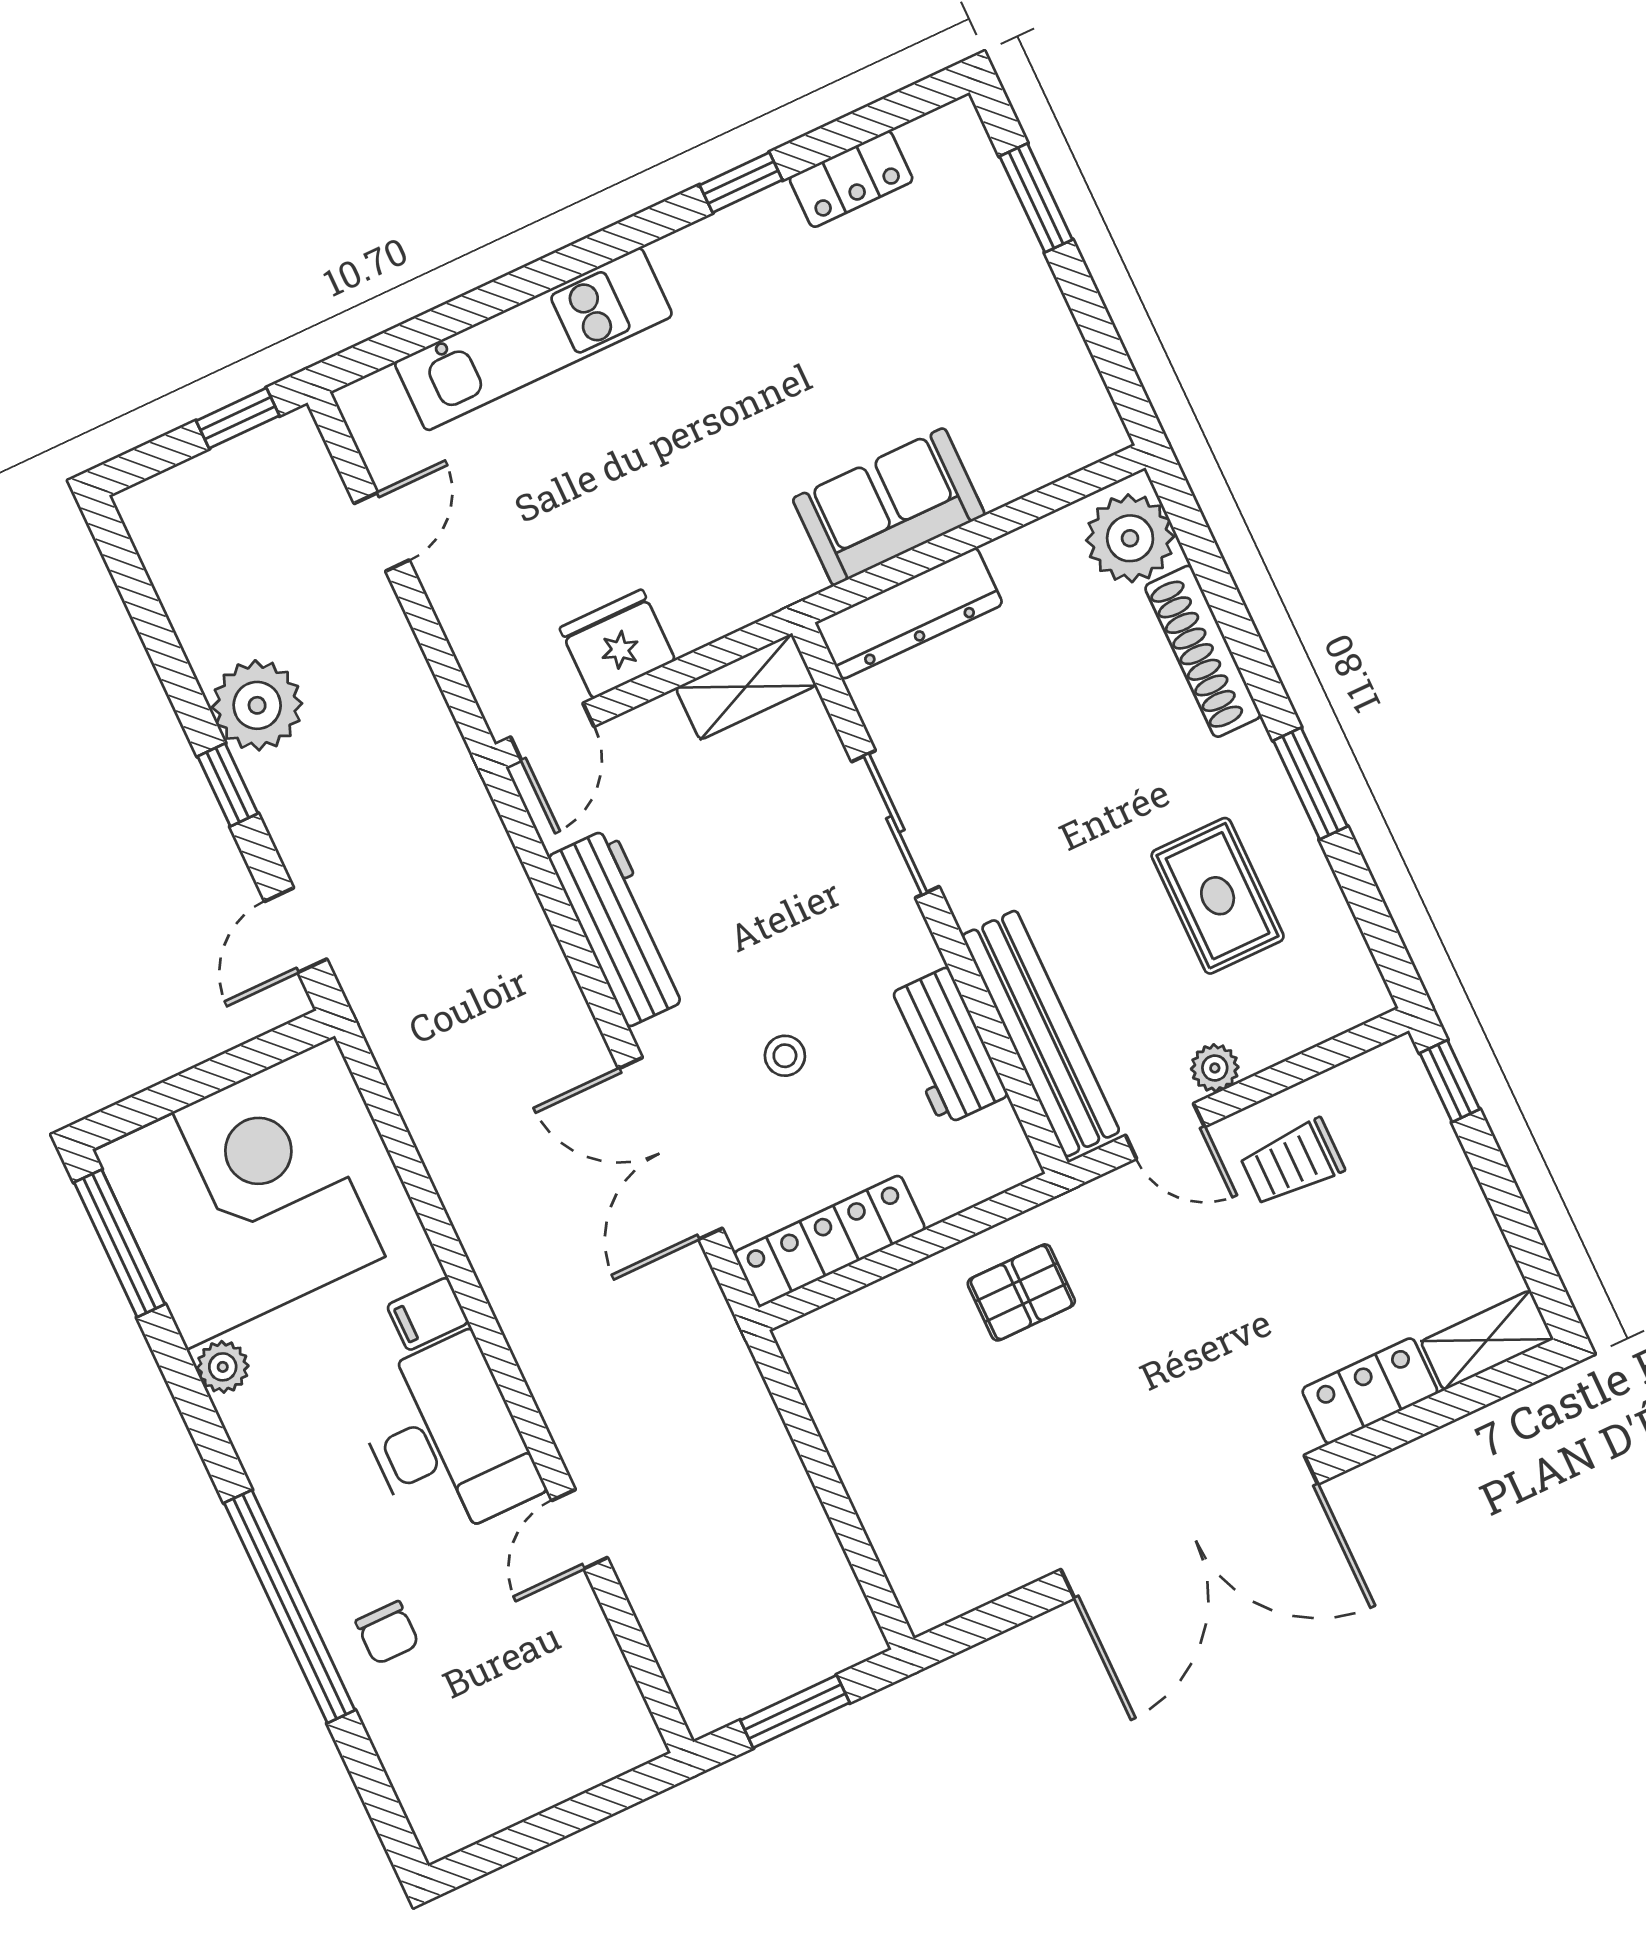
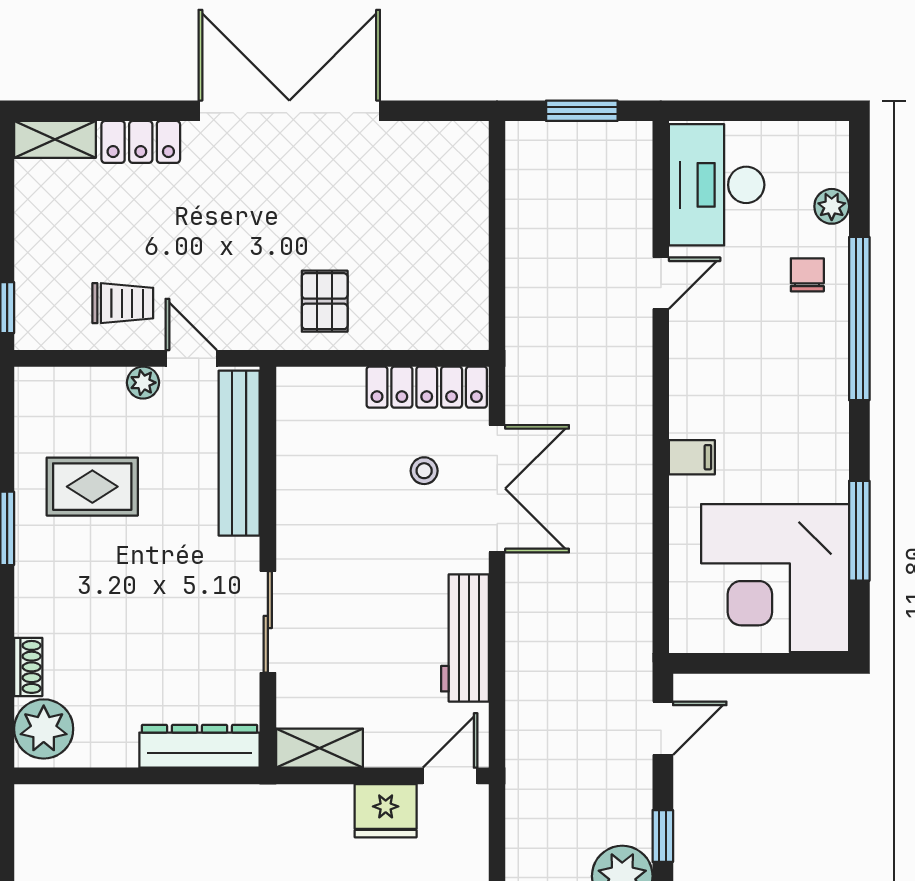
sofa: (889, 507) -> (181, 817), removed
shoe rack: (1203, 651) -> (28, 667), width x0.51, depth x0.81
rug: (1218, 896) -> (92, 487), turned 90
workbench: (945, 1046) -> (301, 472), removed
stool: (785, 1056) -> (424, 471), moved
window: (119, 1243) -> (859, 531), moved
pallet: (1021, 1292) -> (325, 301), turned 90
plant: (223, 1367) -> (832, 206), moved
desk: (446, 1439) -> (717, 185), moved

